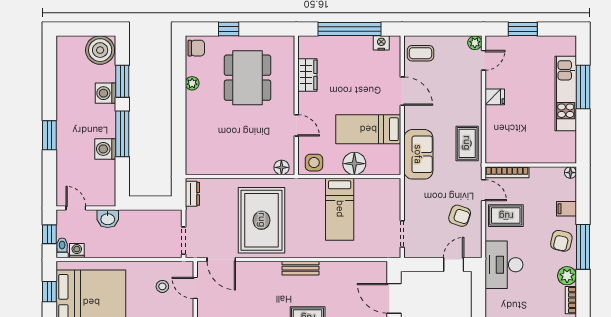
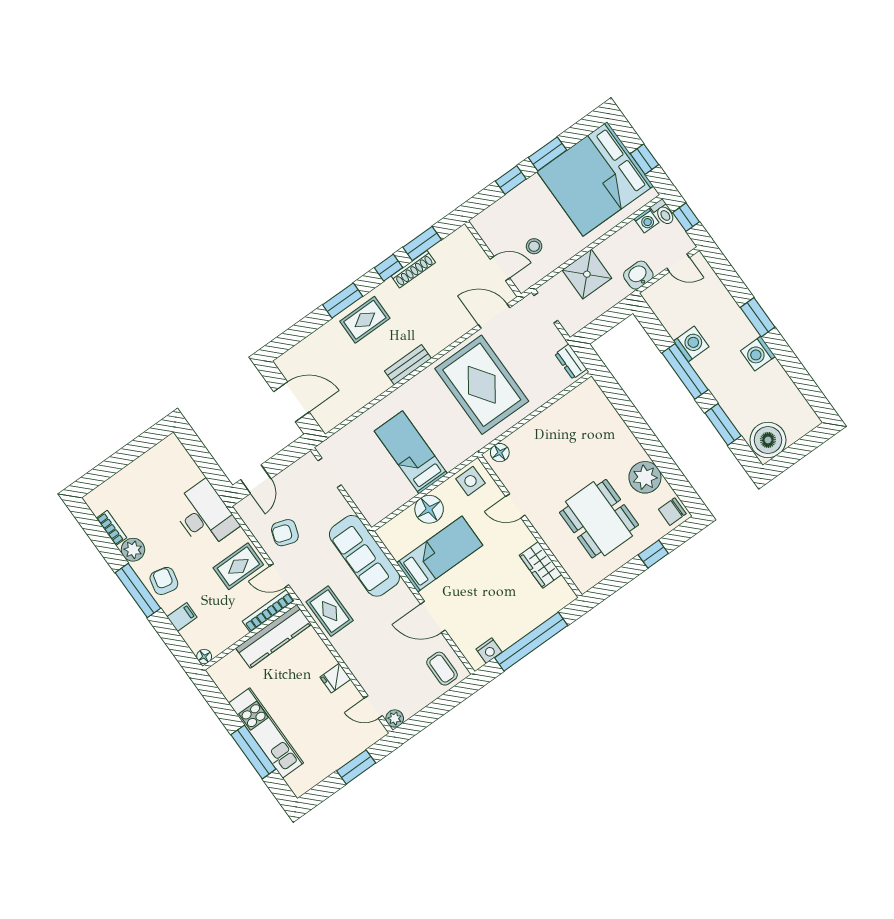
coffee table: (420, 53) -> (442, 669), turned 90
door: (484, 60) -> (373, 707), hinge flipped
plant: (192, 83) -> (645, 477), width x1.88, depth x1.88
washing machine: (105, 93) -> (758, 353), moved, turned 180
kitchen counter: (516, 153) -> (274, 636), added
sofa: (418, 154) -> (364, 556), width x1.36
shower: (141, 243) -> (587, 274), added

